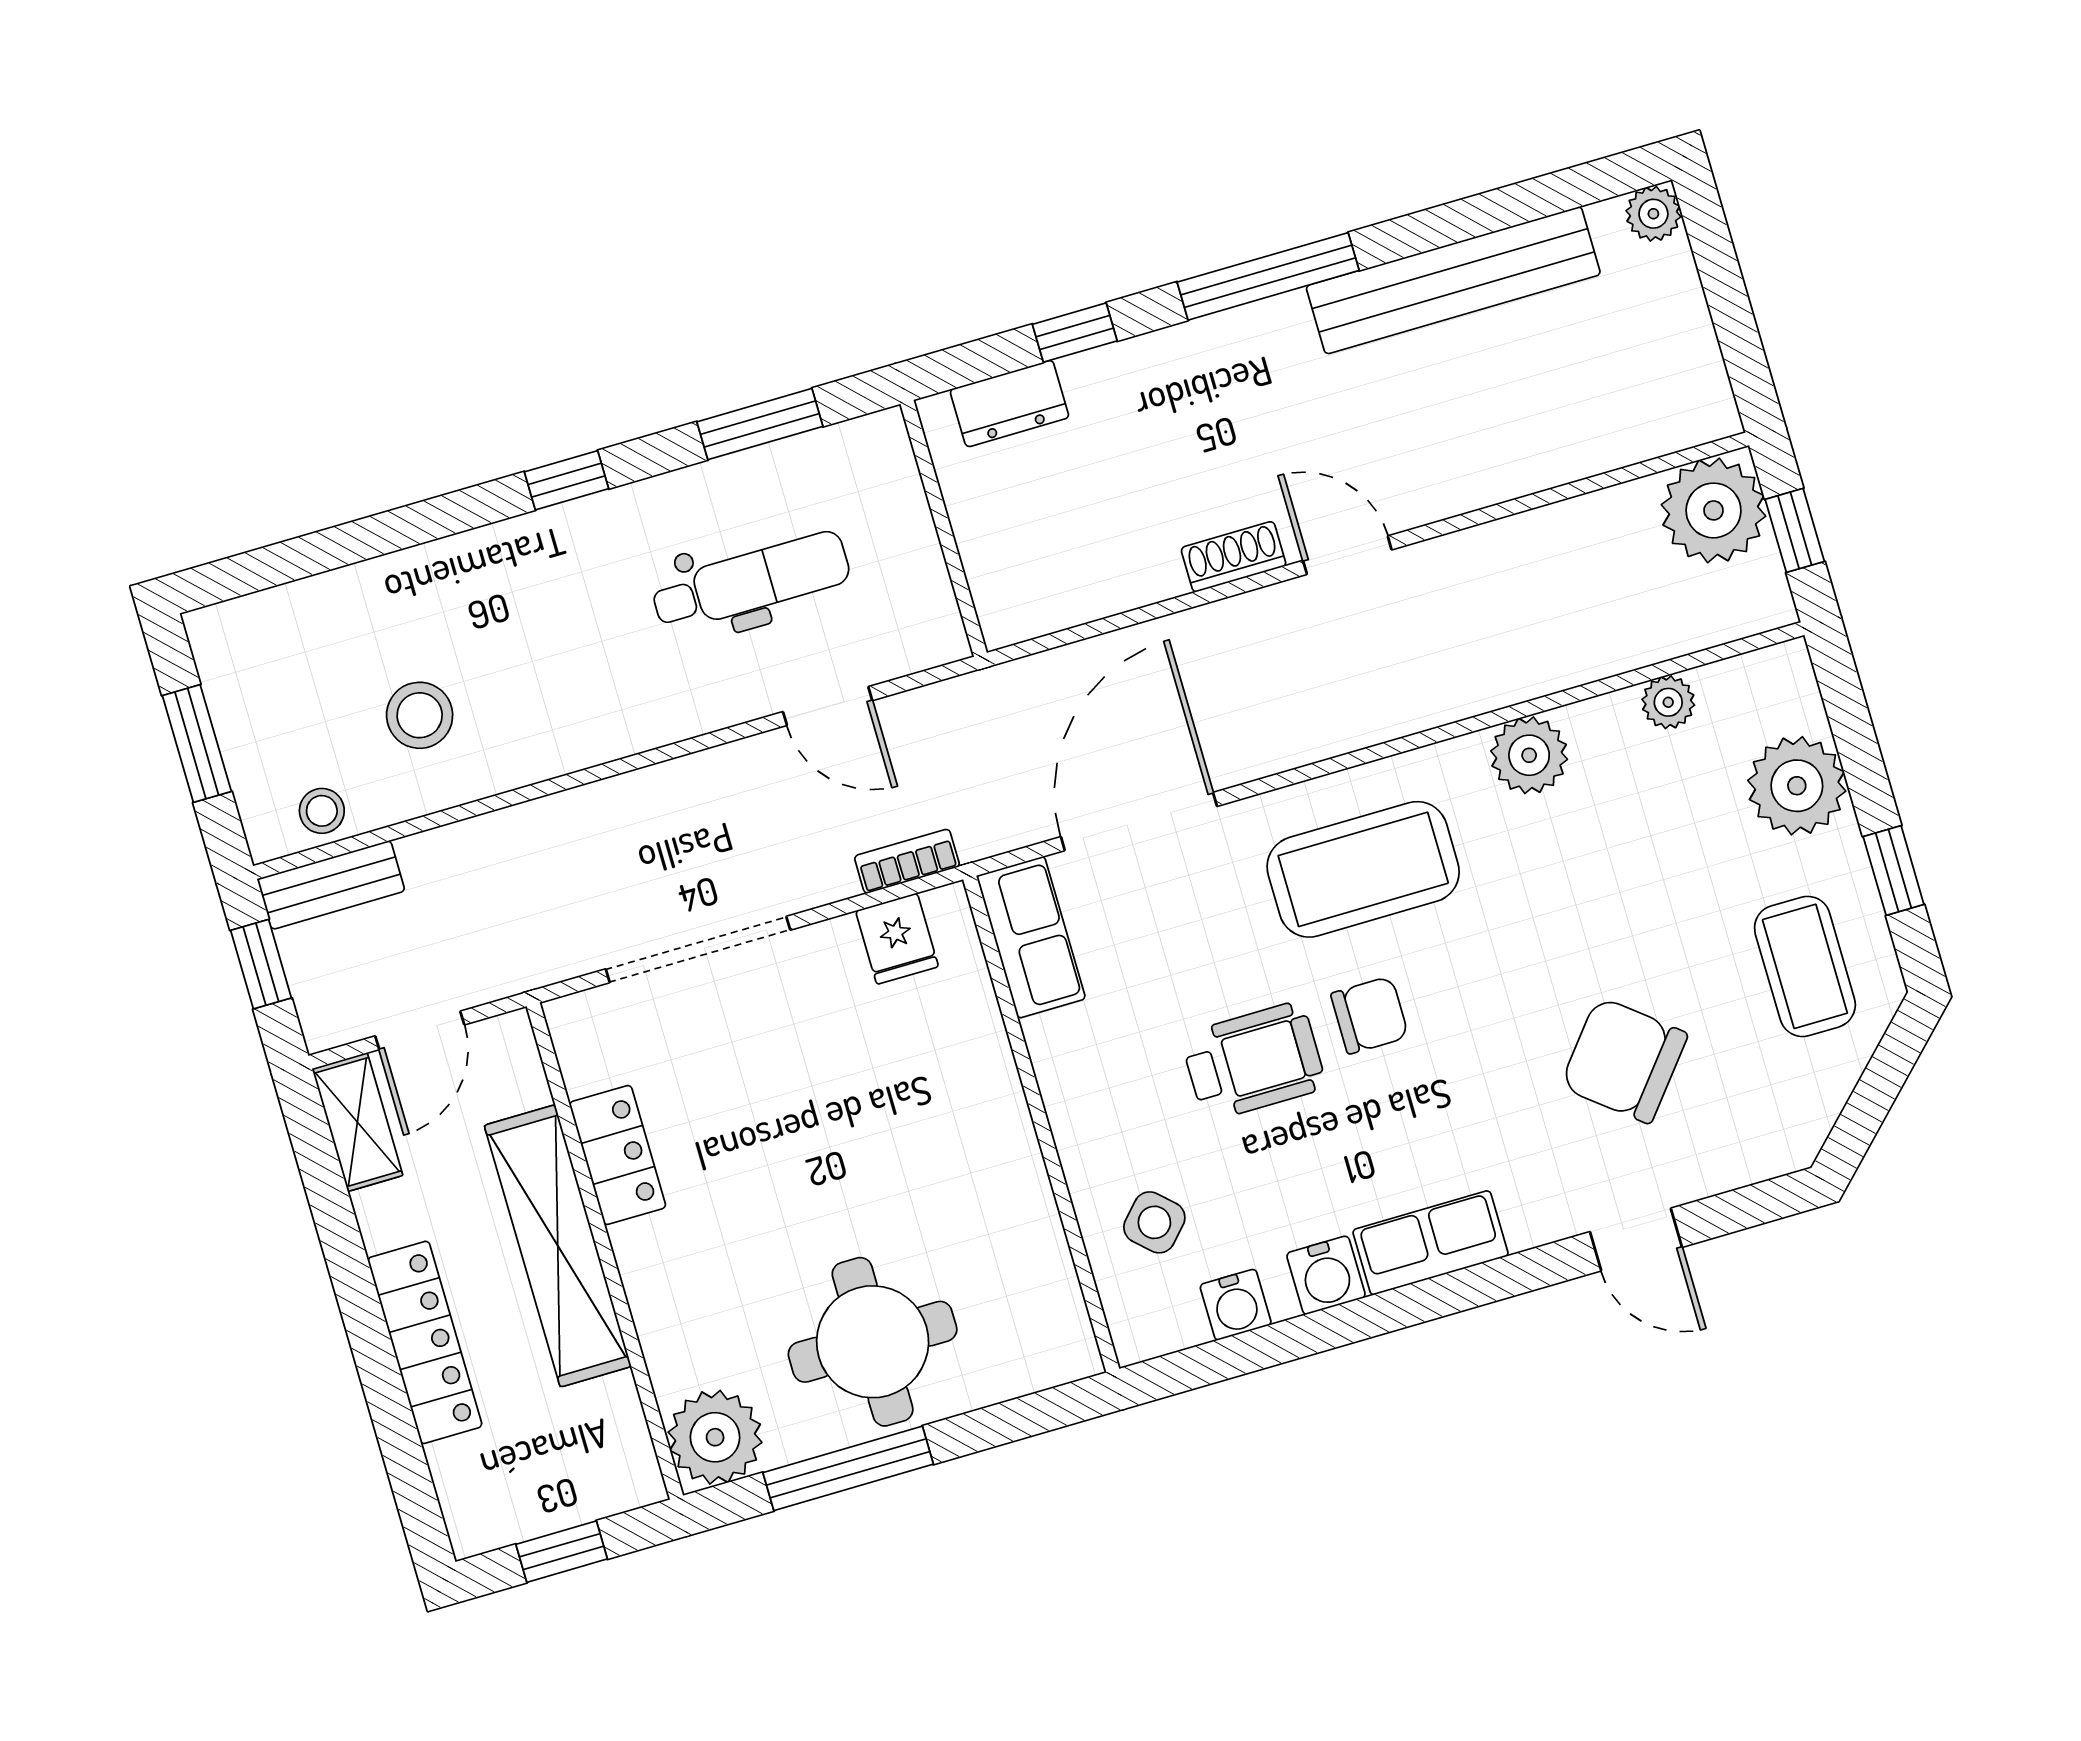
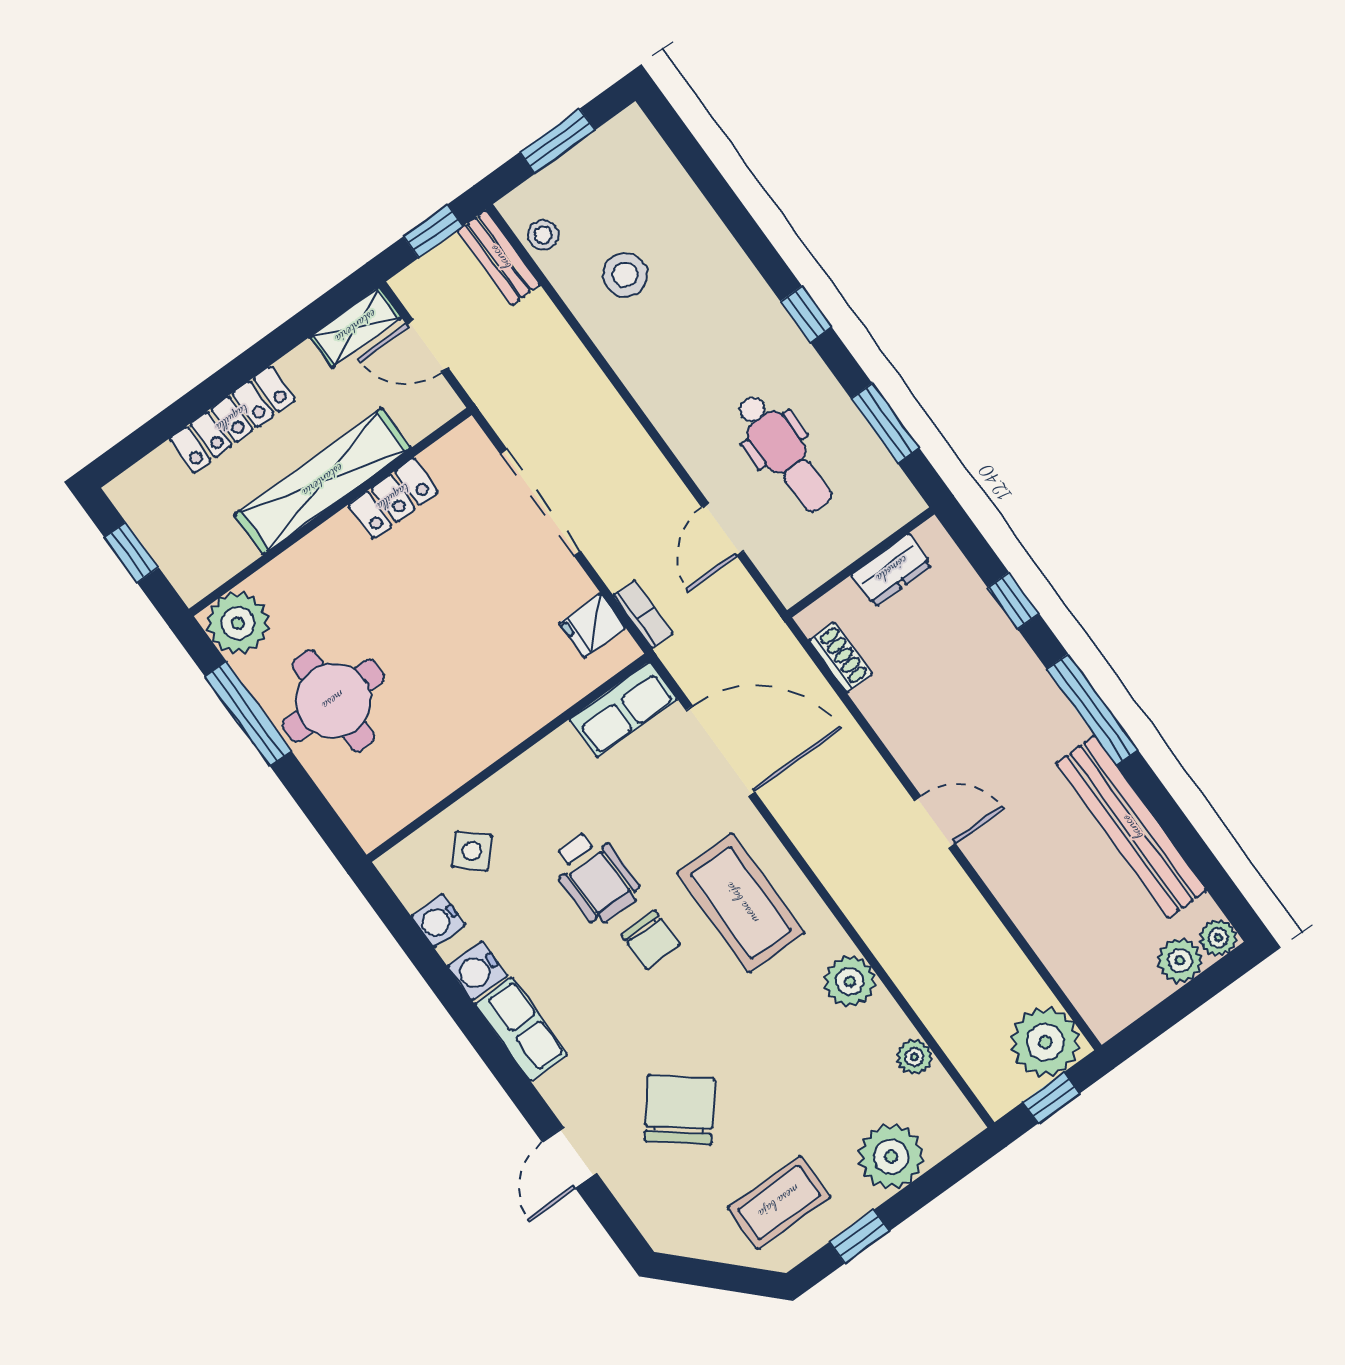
plant: (1666, 280) -> (1180, 960), added
dresser: (1009, 404) -> (892, 570), moved, turned -90
door: (1347, 555) -> (935, 822), hinge flipped
shoe rack: (1234, 557) -> (841, 658), moved

